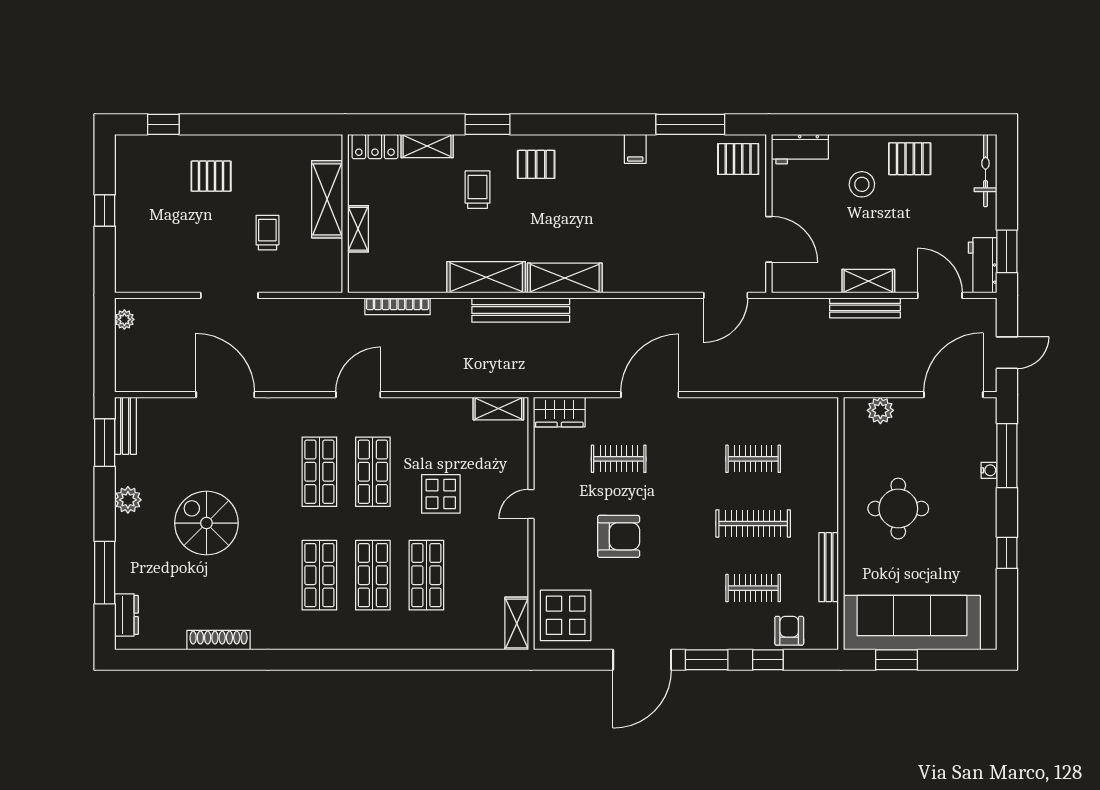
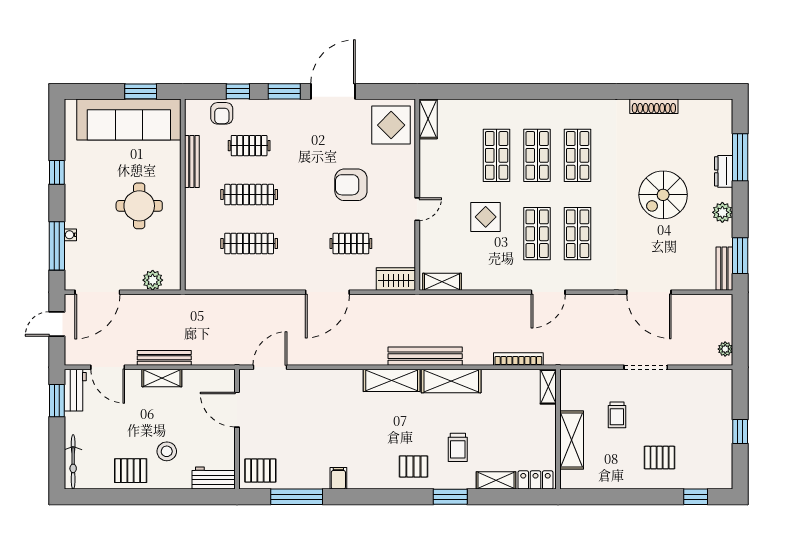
shelving: (358, 229) -> (548, 387), moved
clothes rail: (753, 459) -> (249, 243), width x1.36
spiral stairs: (206, 523) -> (663, 195), turned 90
dresser: (126, 615) -> (724, 171), moved

